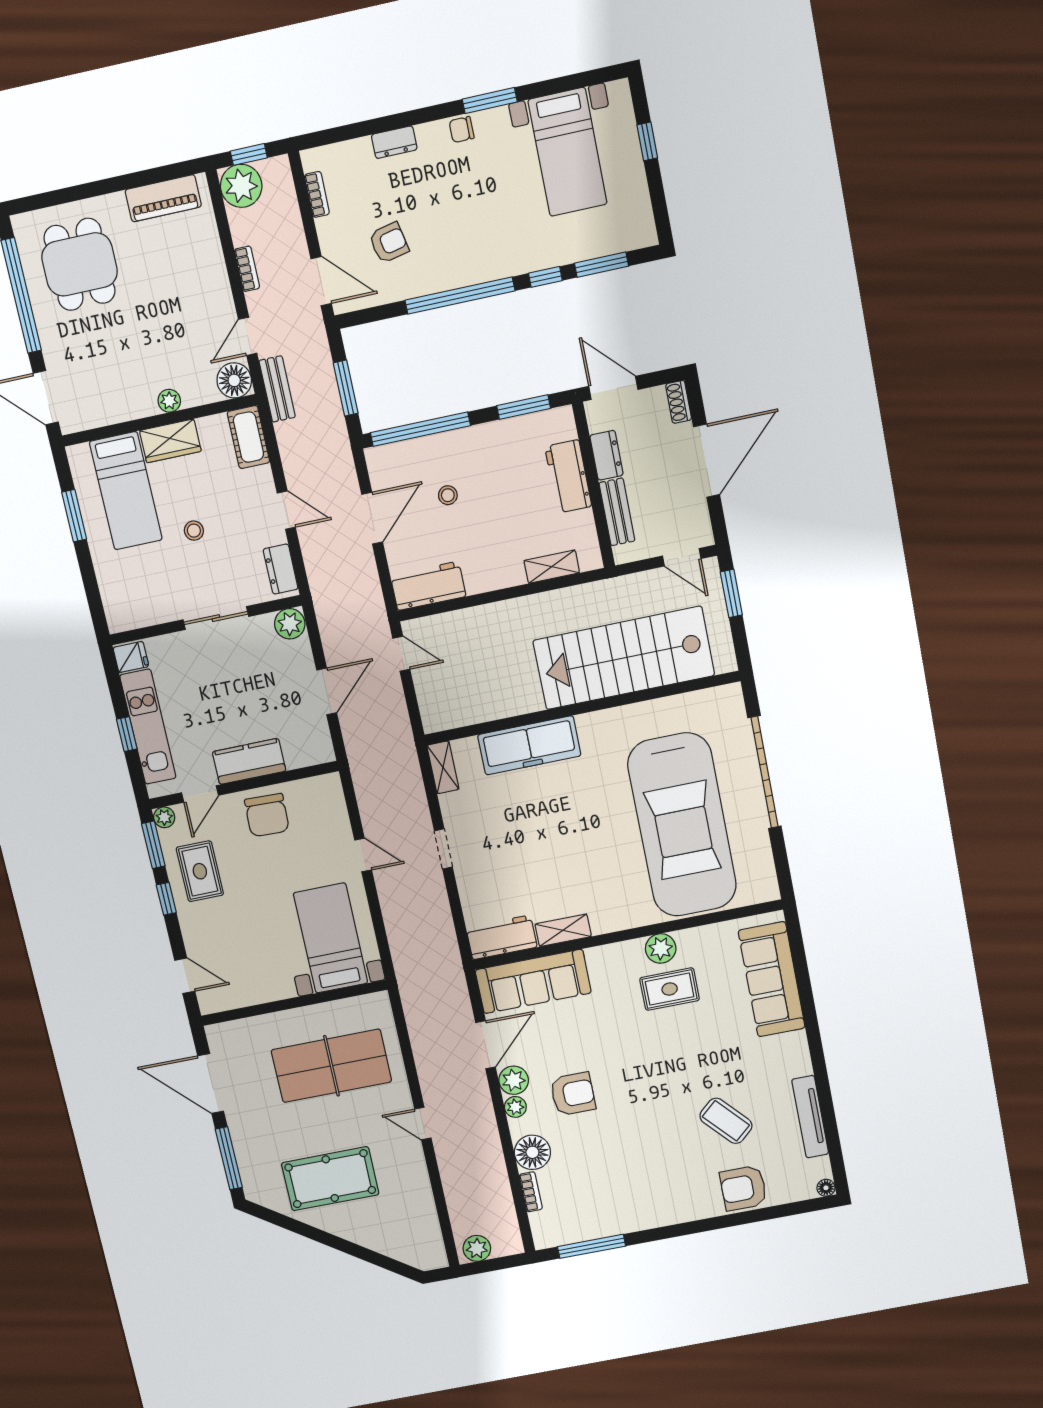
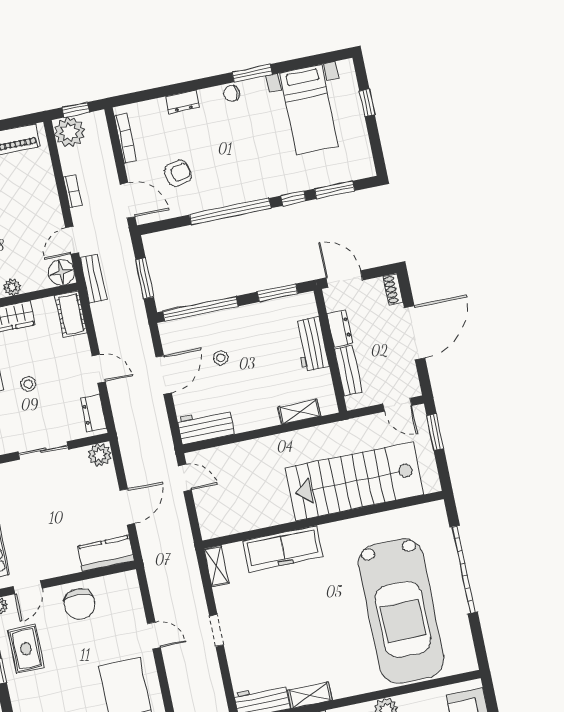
bookcase: (317, 194) -> (125, 138), width x1.56
kitchen counter: (249, 761) -> (106, 553), moved

